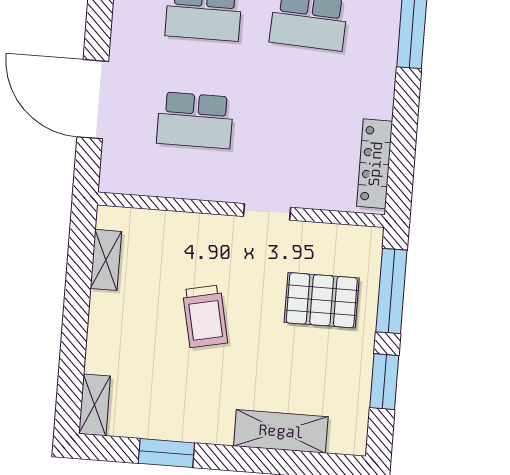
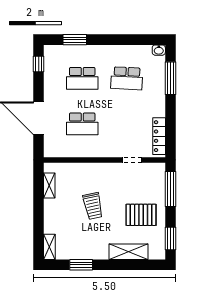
doorway: (267, 212) -> (132, 160), moved
pallet: (322, 300) -> (141, 215), moved
window: (384, 382) -> (170, 239), moved

